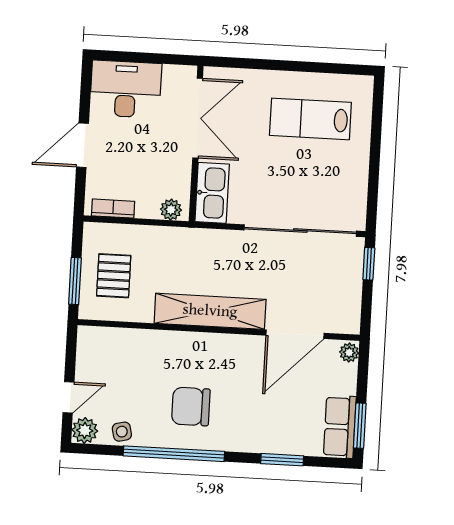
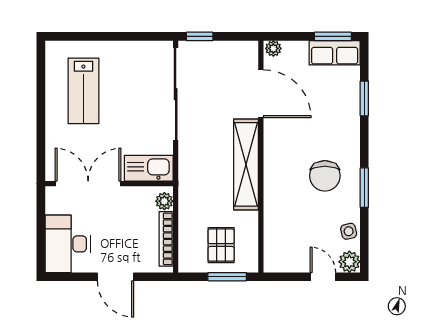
bookcase: (113, 209) -> (166, 239), width x1.56
pallet: (114, 276) -> (221, 245), turned 90
window: (174, 454) -> (364, 188), width x0.47

